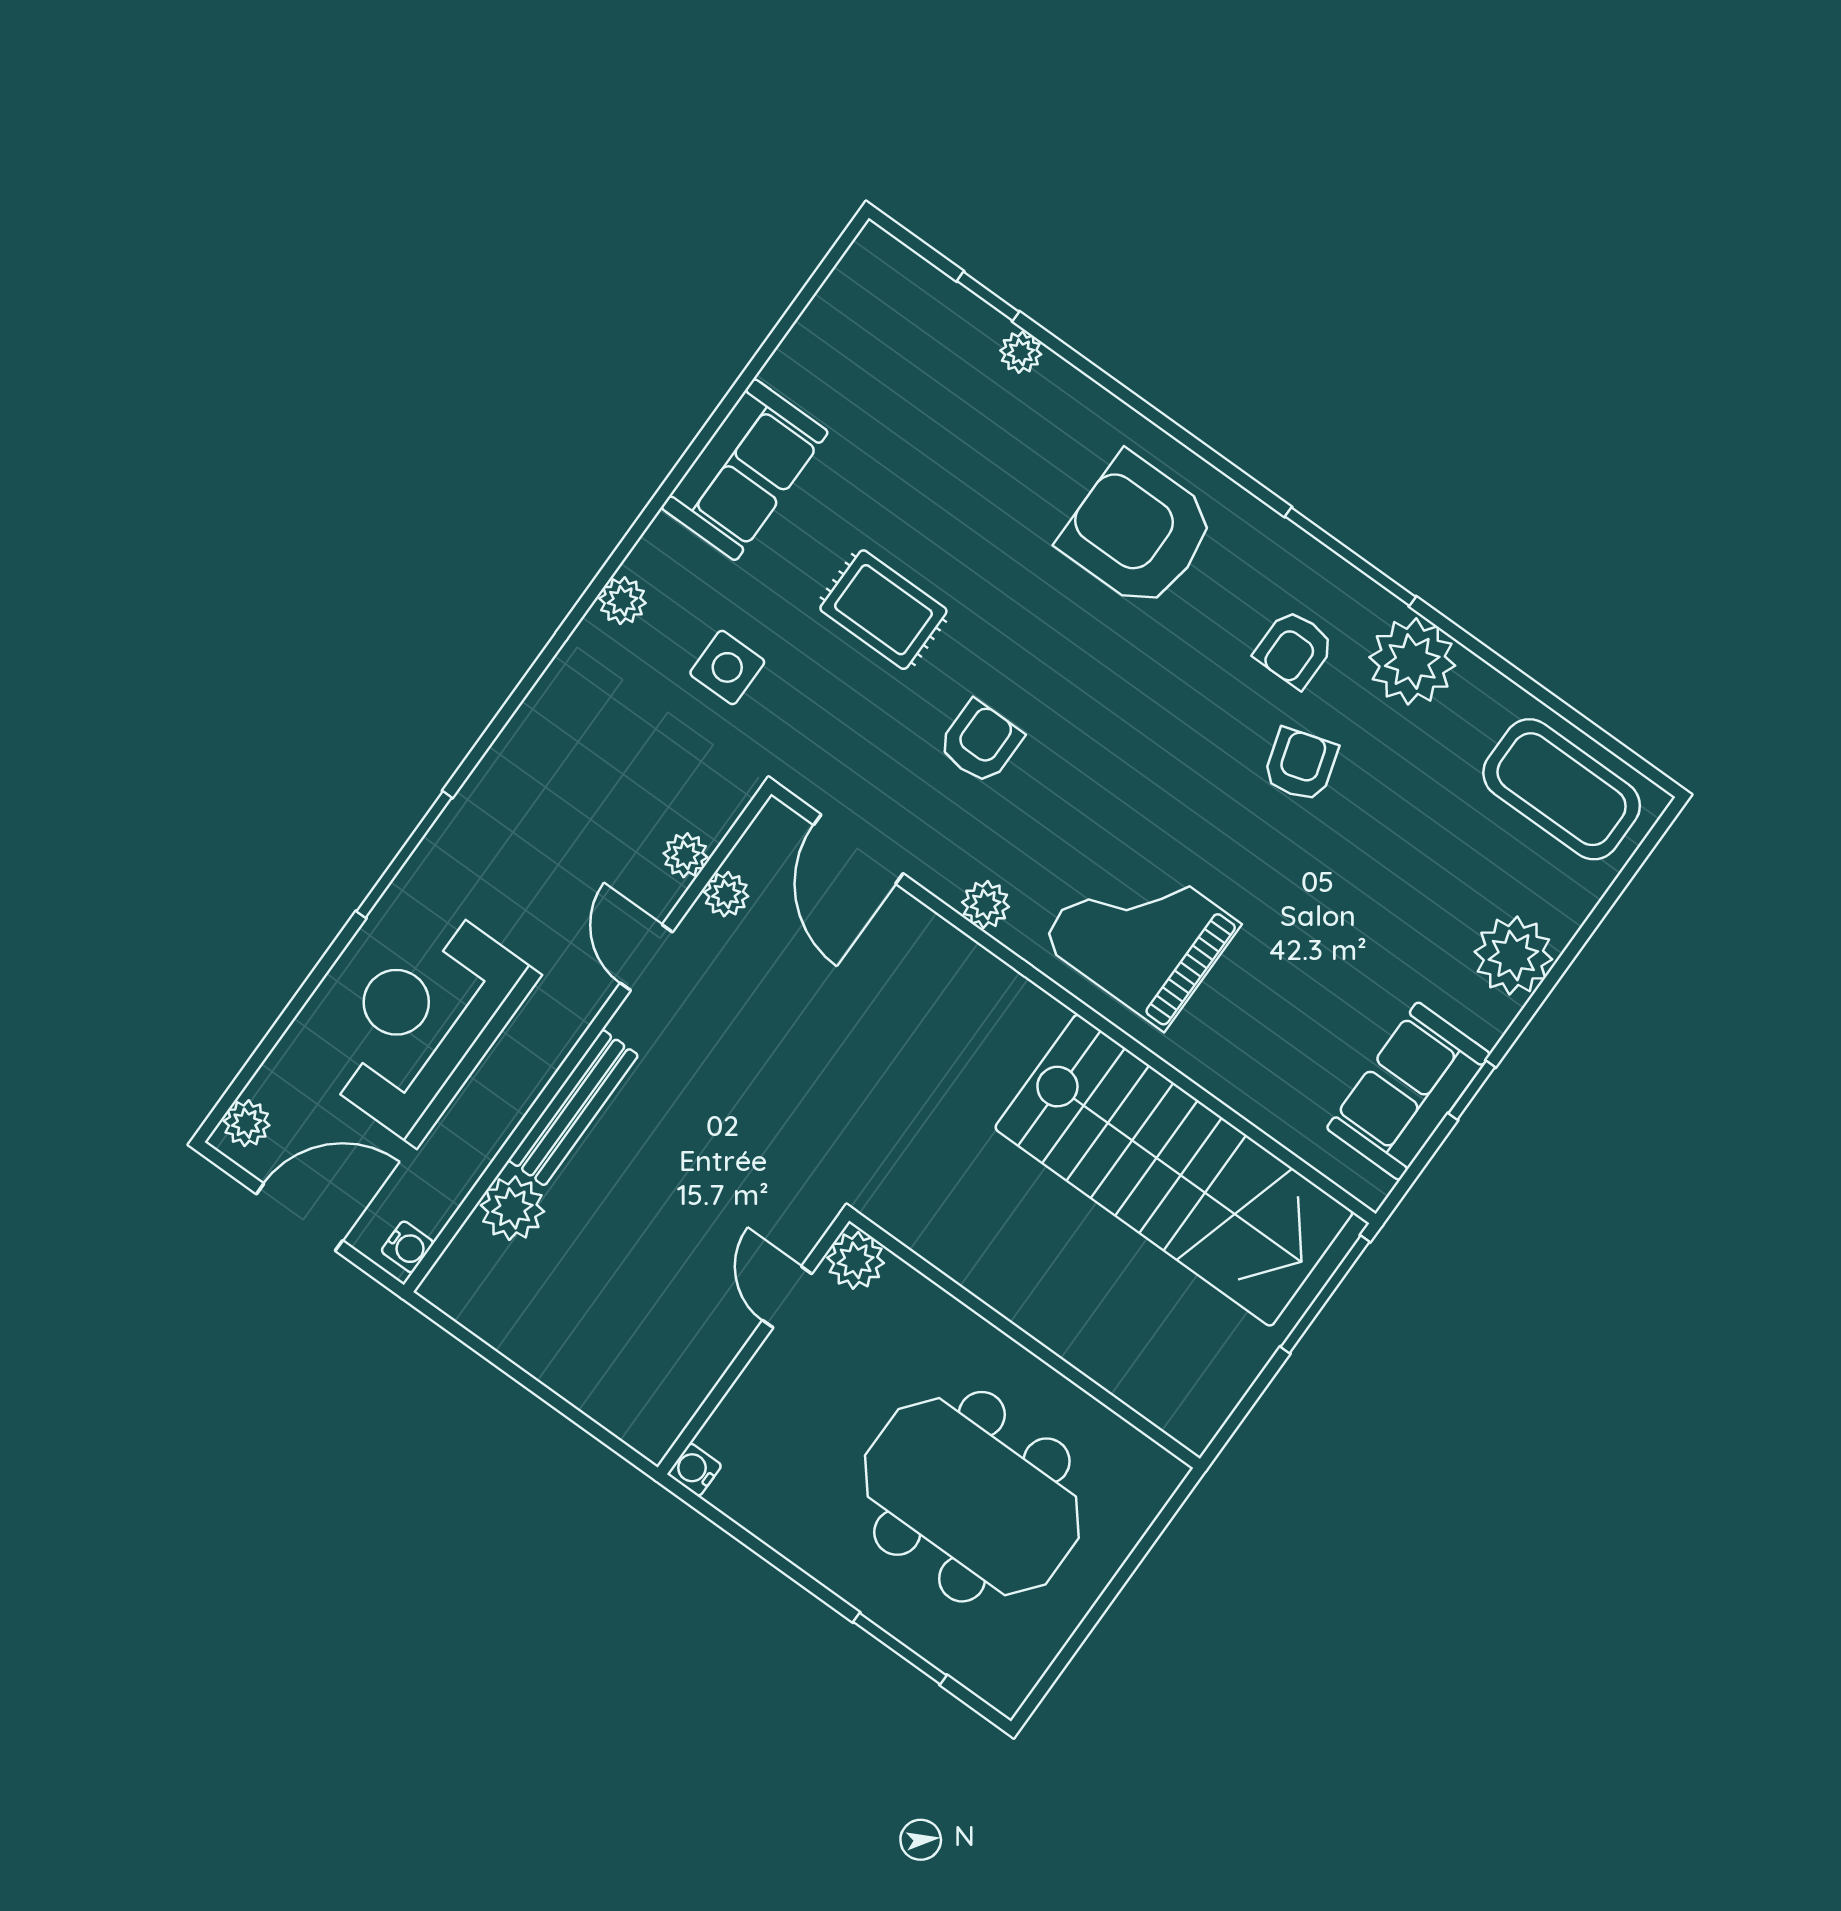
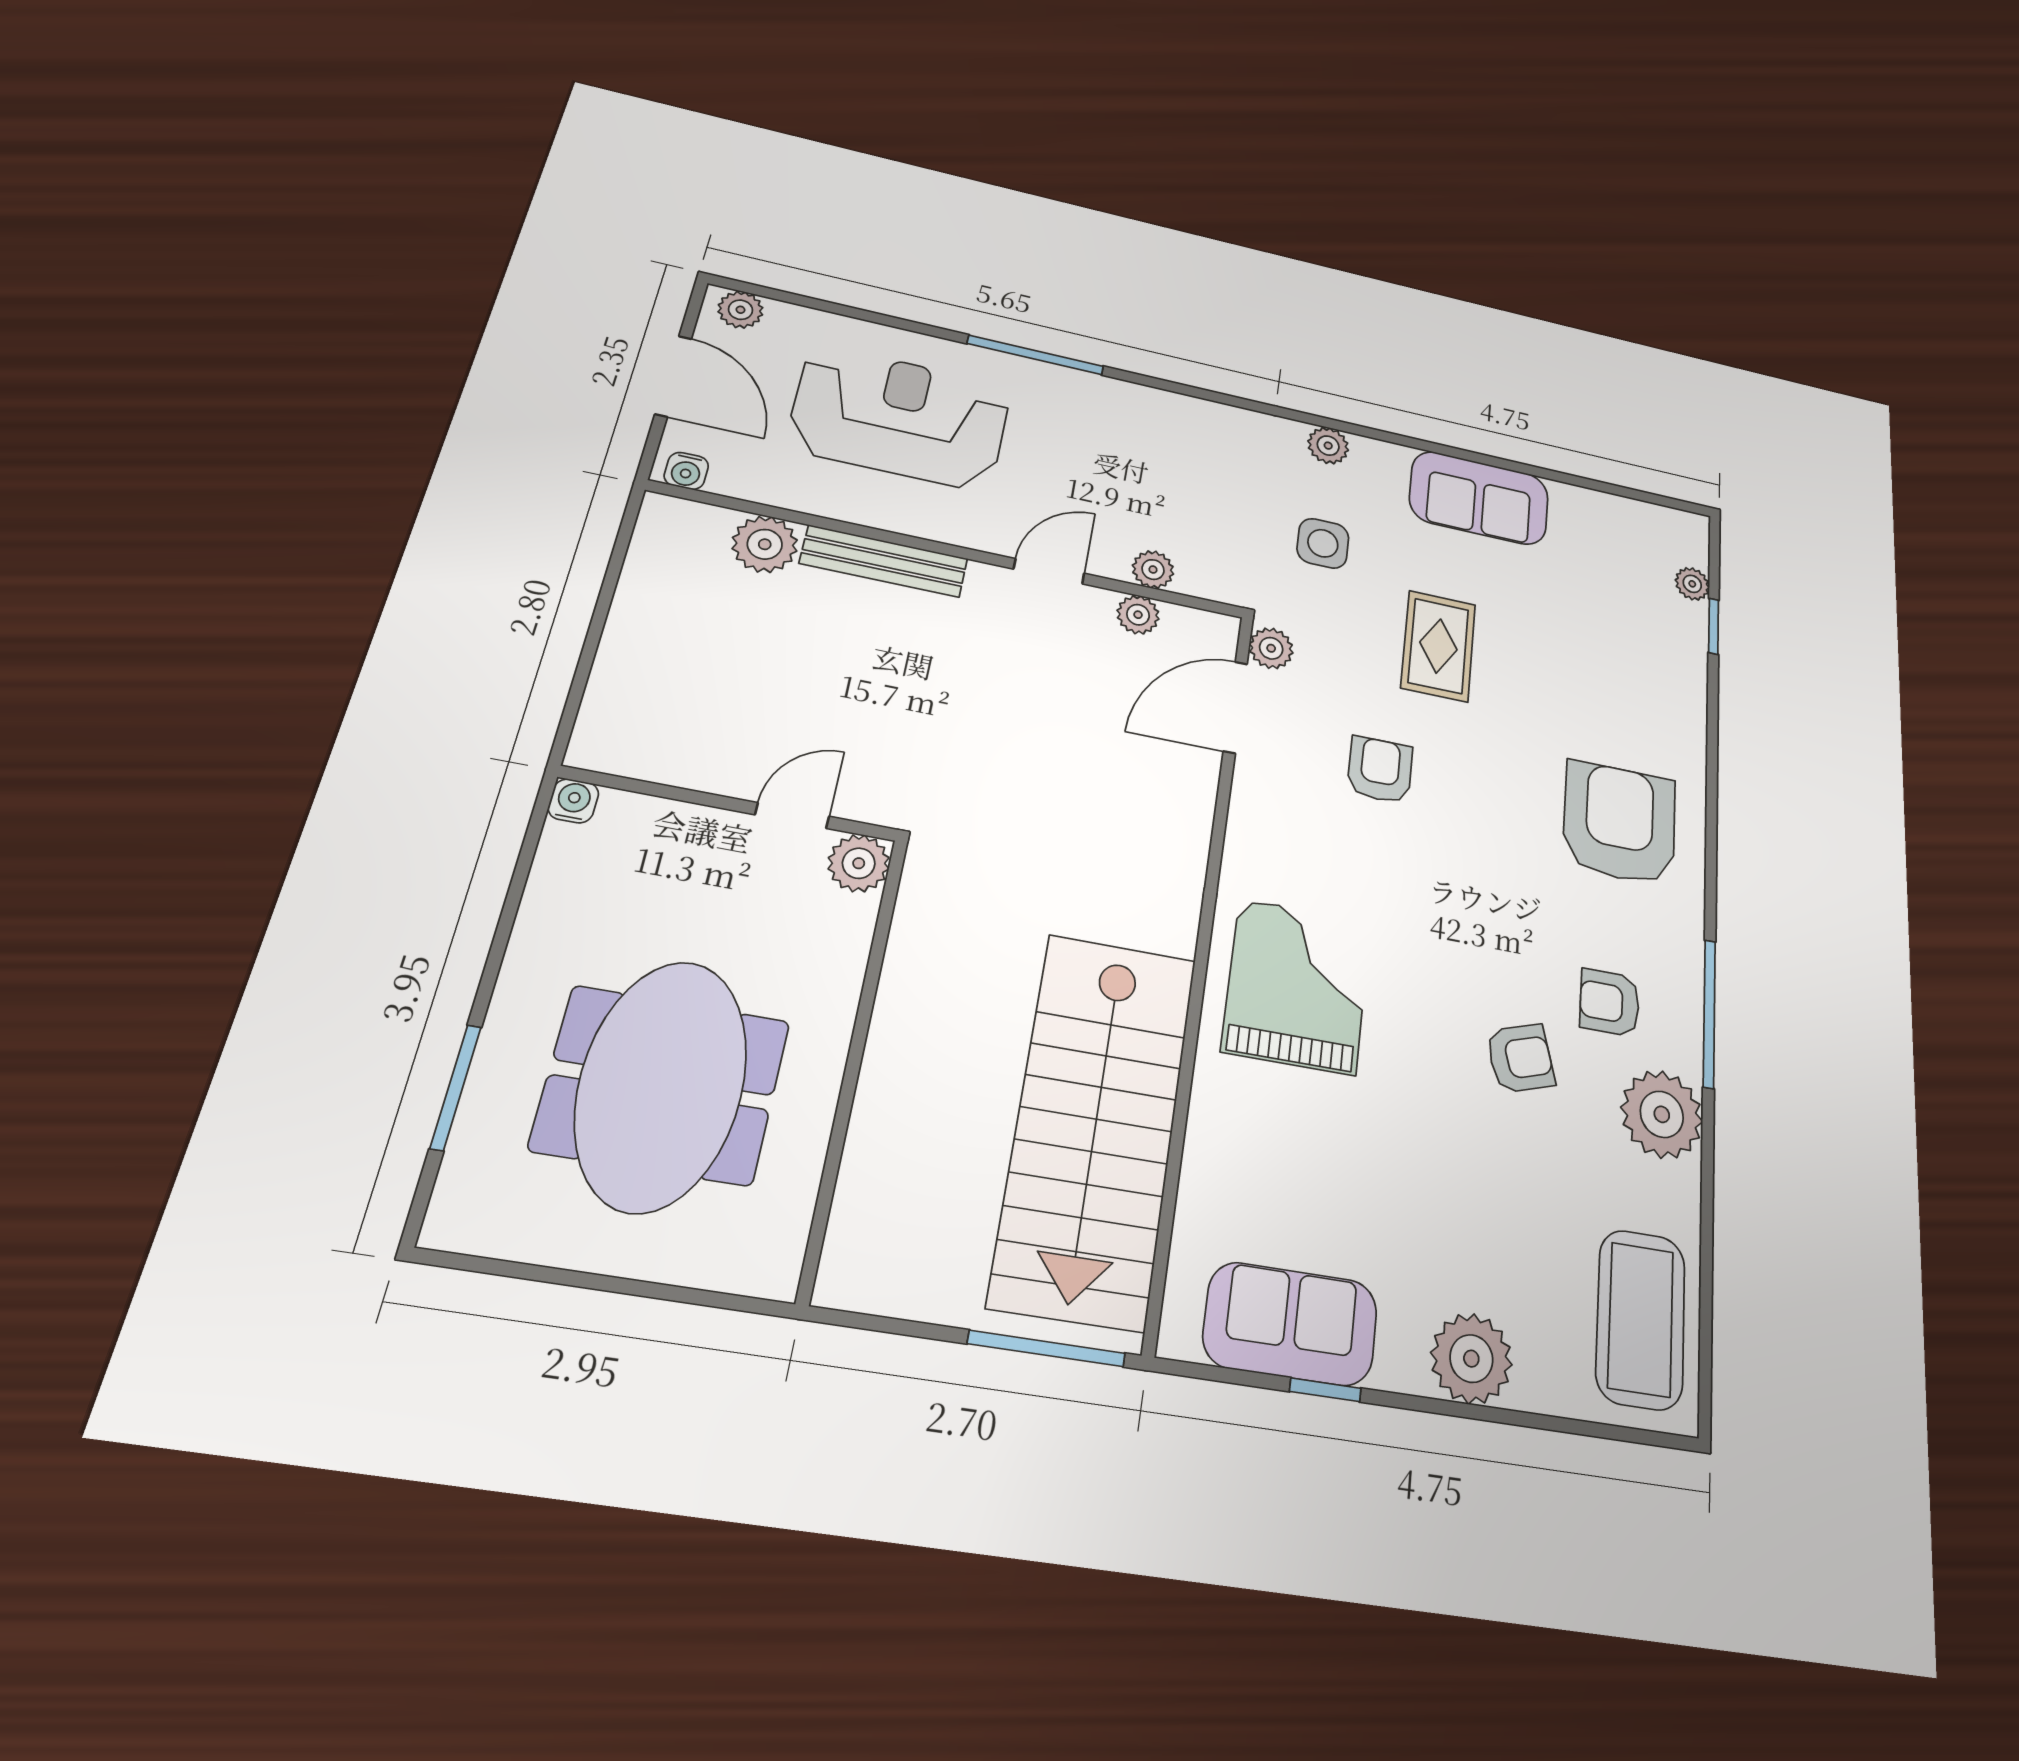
plant: (1021, 352) -> (1692, 584), moved
armchair: (980, 742) -> (1380, 770), turned -90
plant: (986, 904) -> (1271, 648), moved

